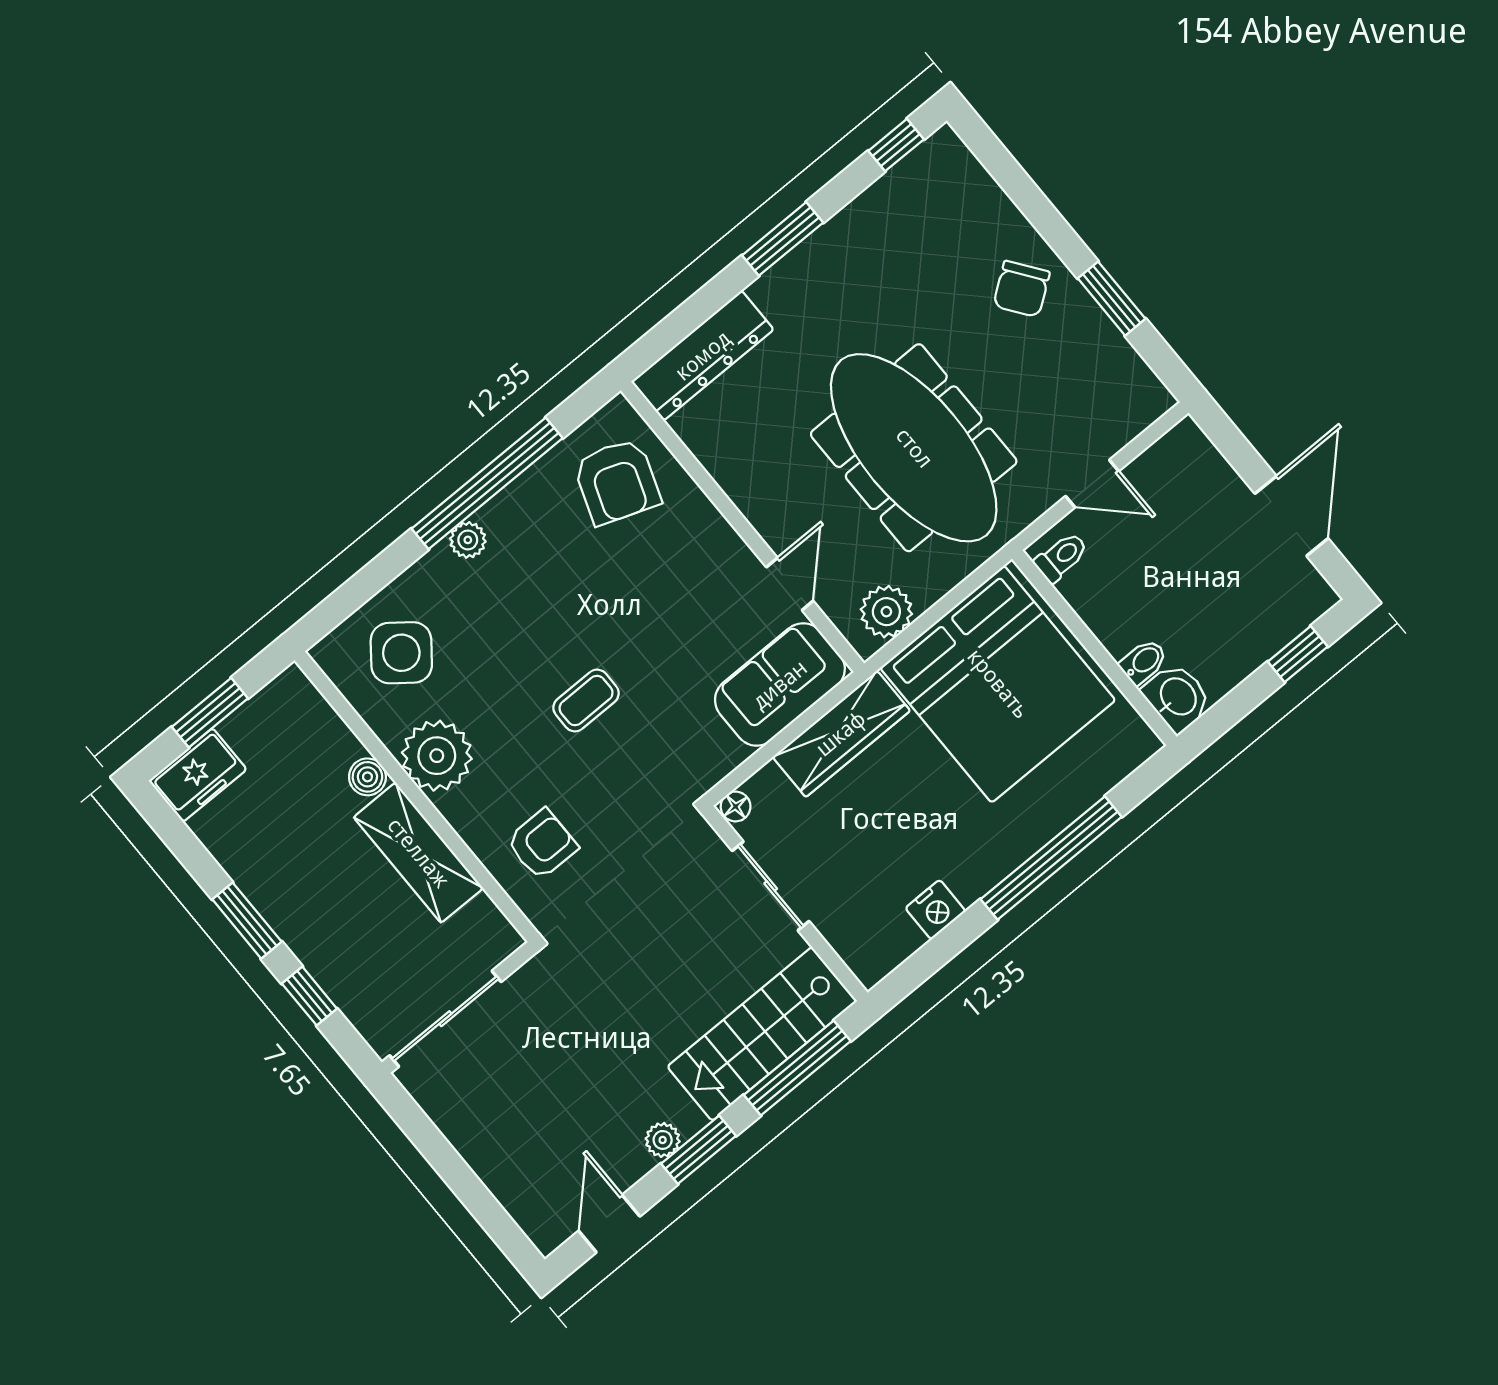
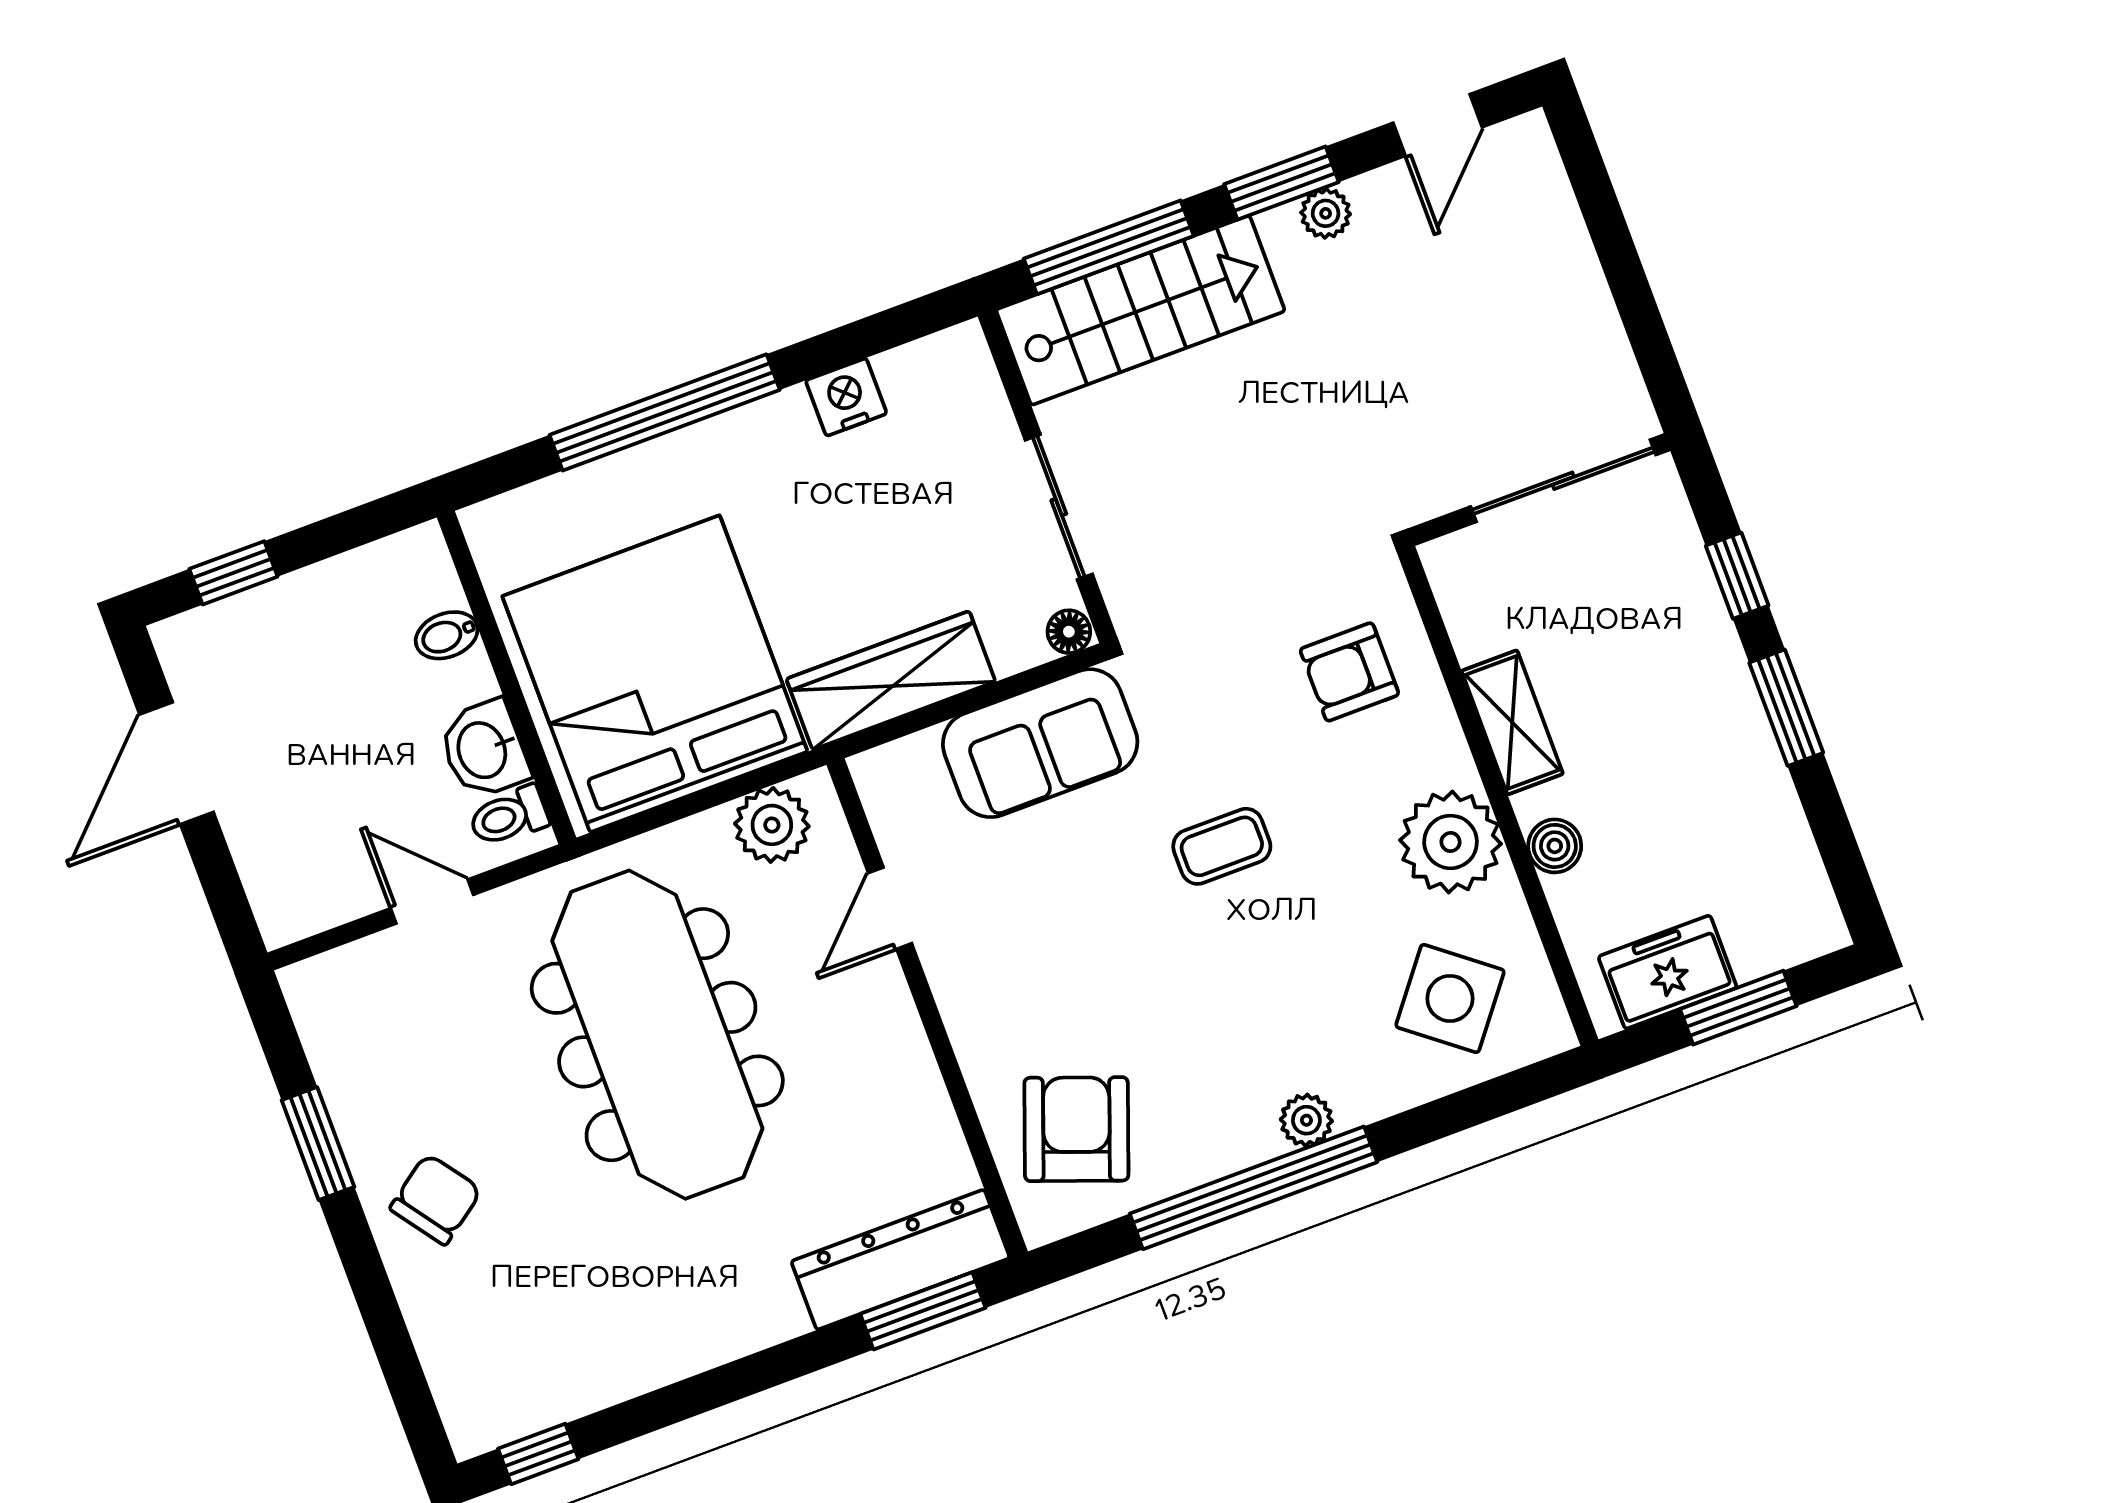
window: (783, 239) -> (923, 1311), moved
sofa: (780, 685) -> (1040, 743), moved
washbasin: (1177, 697) -> (484, 749), moved
freezer: (198, 775) -> (1668, 972), moved
shelving: (418, 853) -> (1512, 722), width x0.67, depth x0.75

